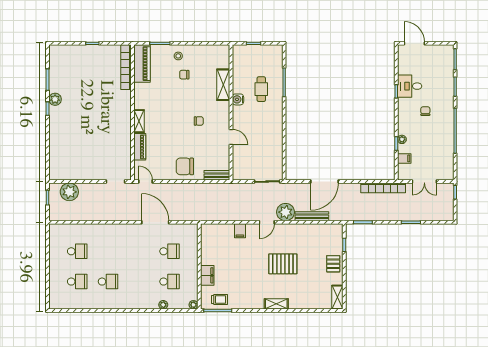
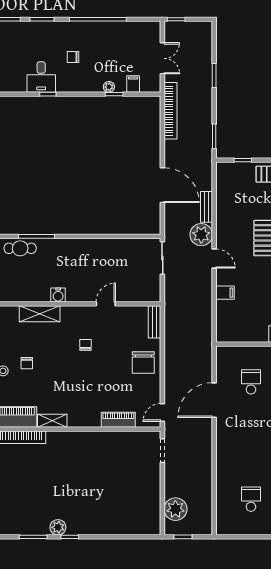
cafe table: (261, 89) -> (20, 248), moved
shelving: (139, 121) -> (52, 421), moved
bench: (312, 216) -> (206, 207), width x0.73

